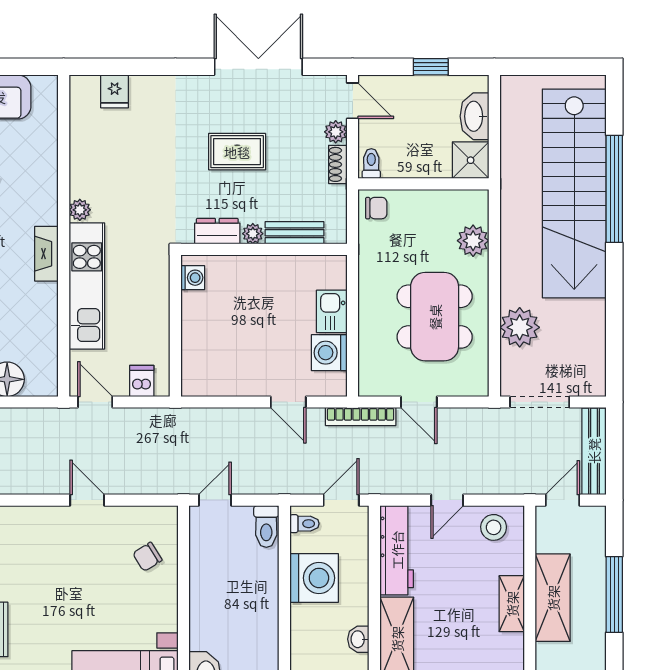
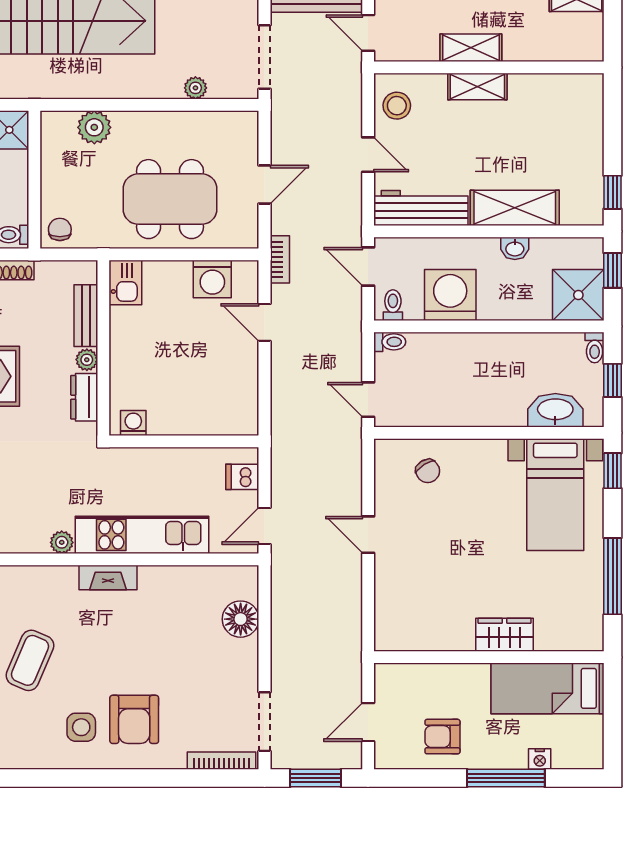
kitchen sink: (332, 311) -> (125, 283), moved, turned -90
dining table: (435, 317) -> (170, 199), moved
plant: (520, 327) -> (195, 88), width x0.53, depth x0.53
door: (288, 402) -> (265, 322), swing flipped
bookcase: (361, 416) -> (280, 259), width x0.64
door: (87, 500) -> (368, 535), hinge flipped
toilet: (266, 526) -> (390, 342), width x0.73, depth x0.72
shelving: (553, 598) -> (471, 48), width x0.67, depth x0.75

